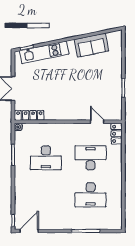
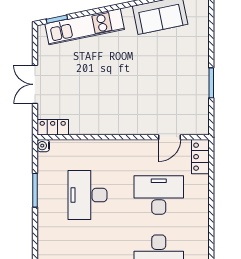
locker: (29, 115) -> (53, 127), width x0.66
door: (97, 122) -> (170, 137), swing flipped
desk: (46, 158) -> (87, 195), turned 90

